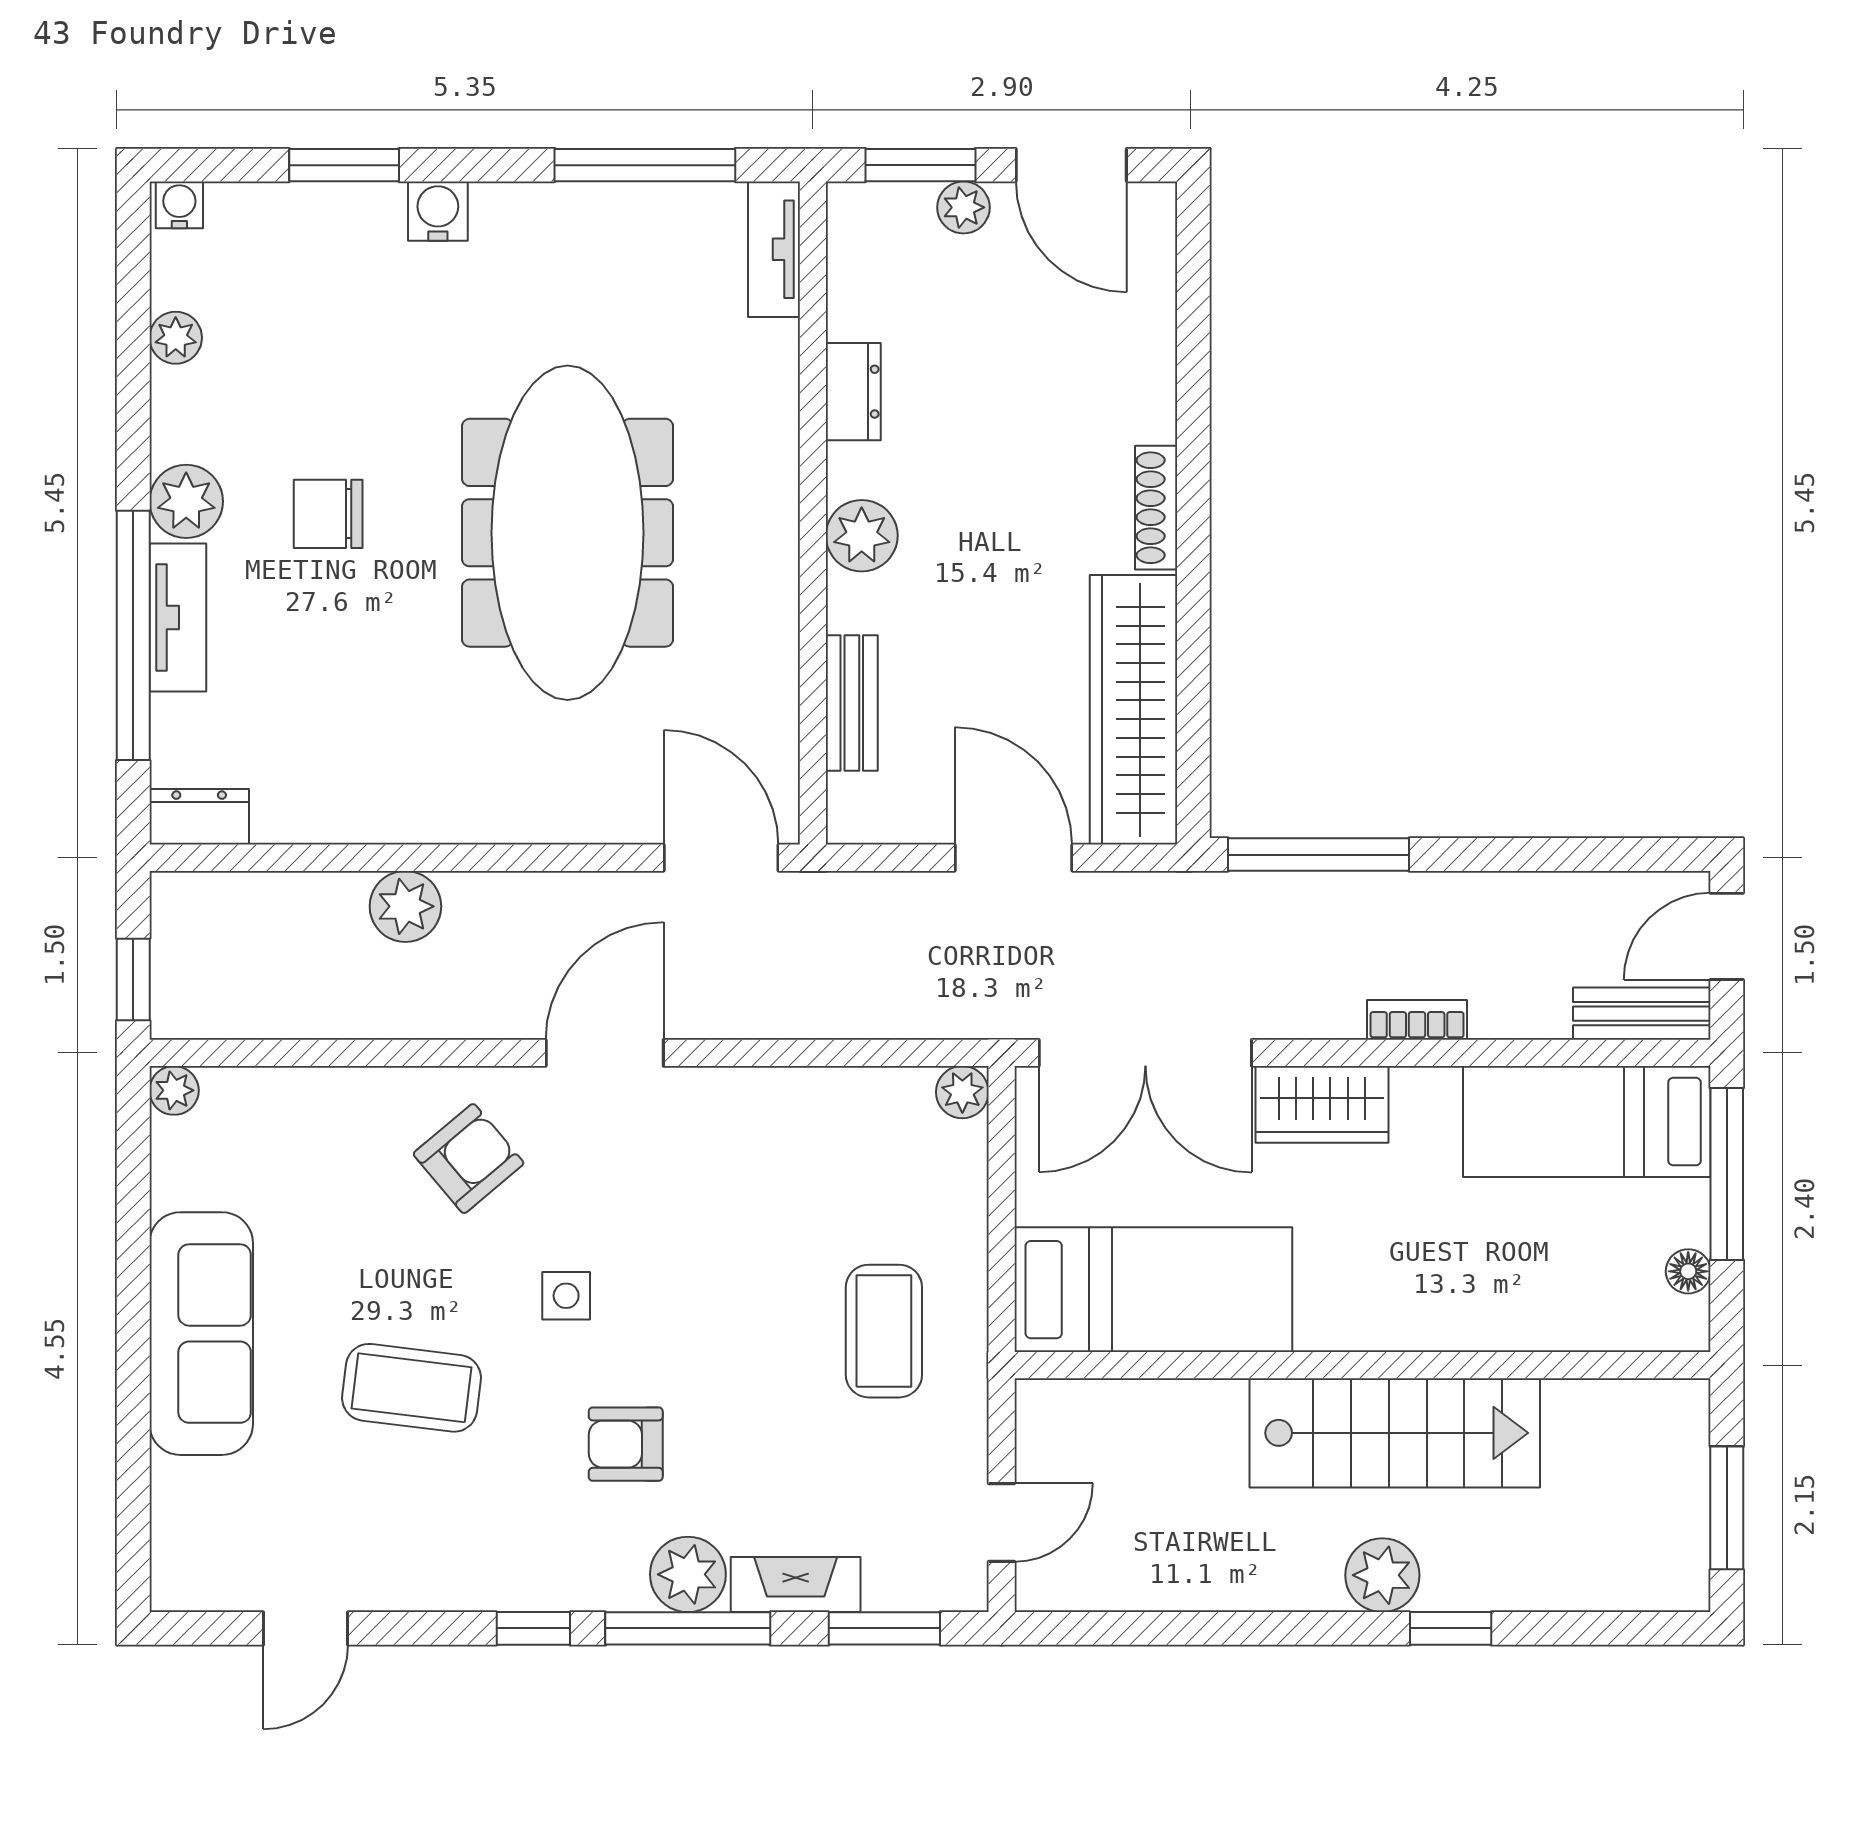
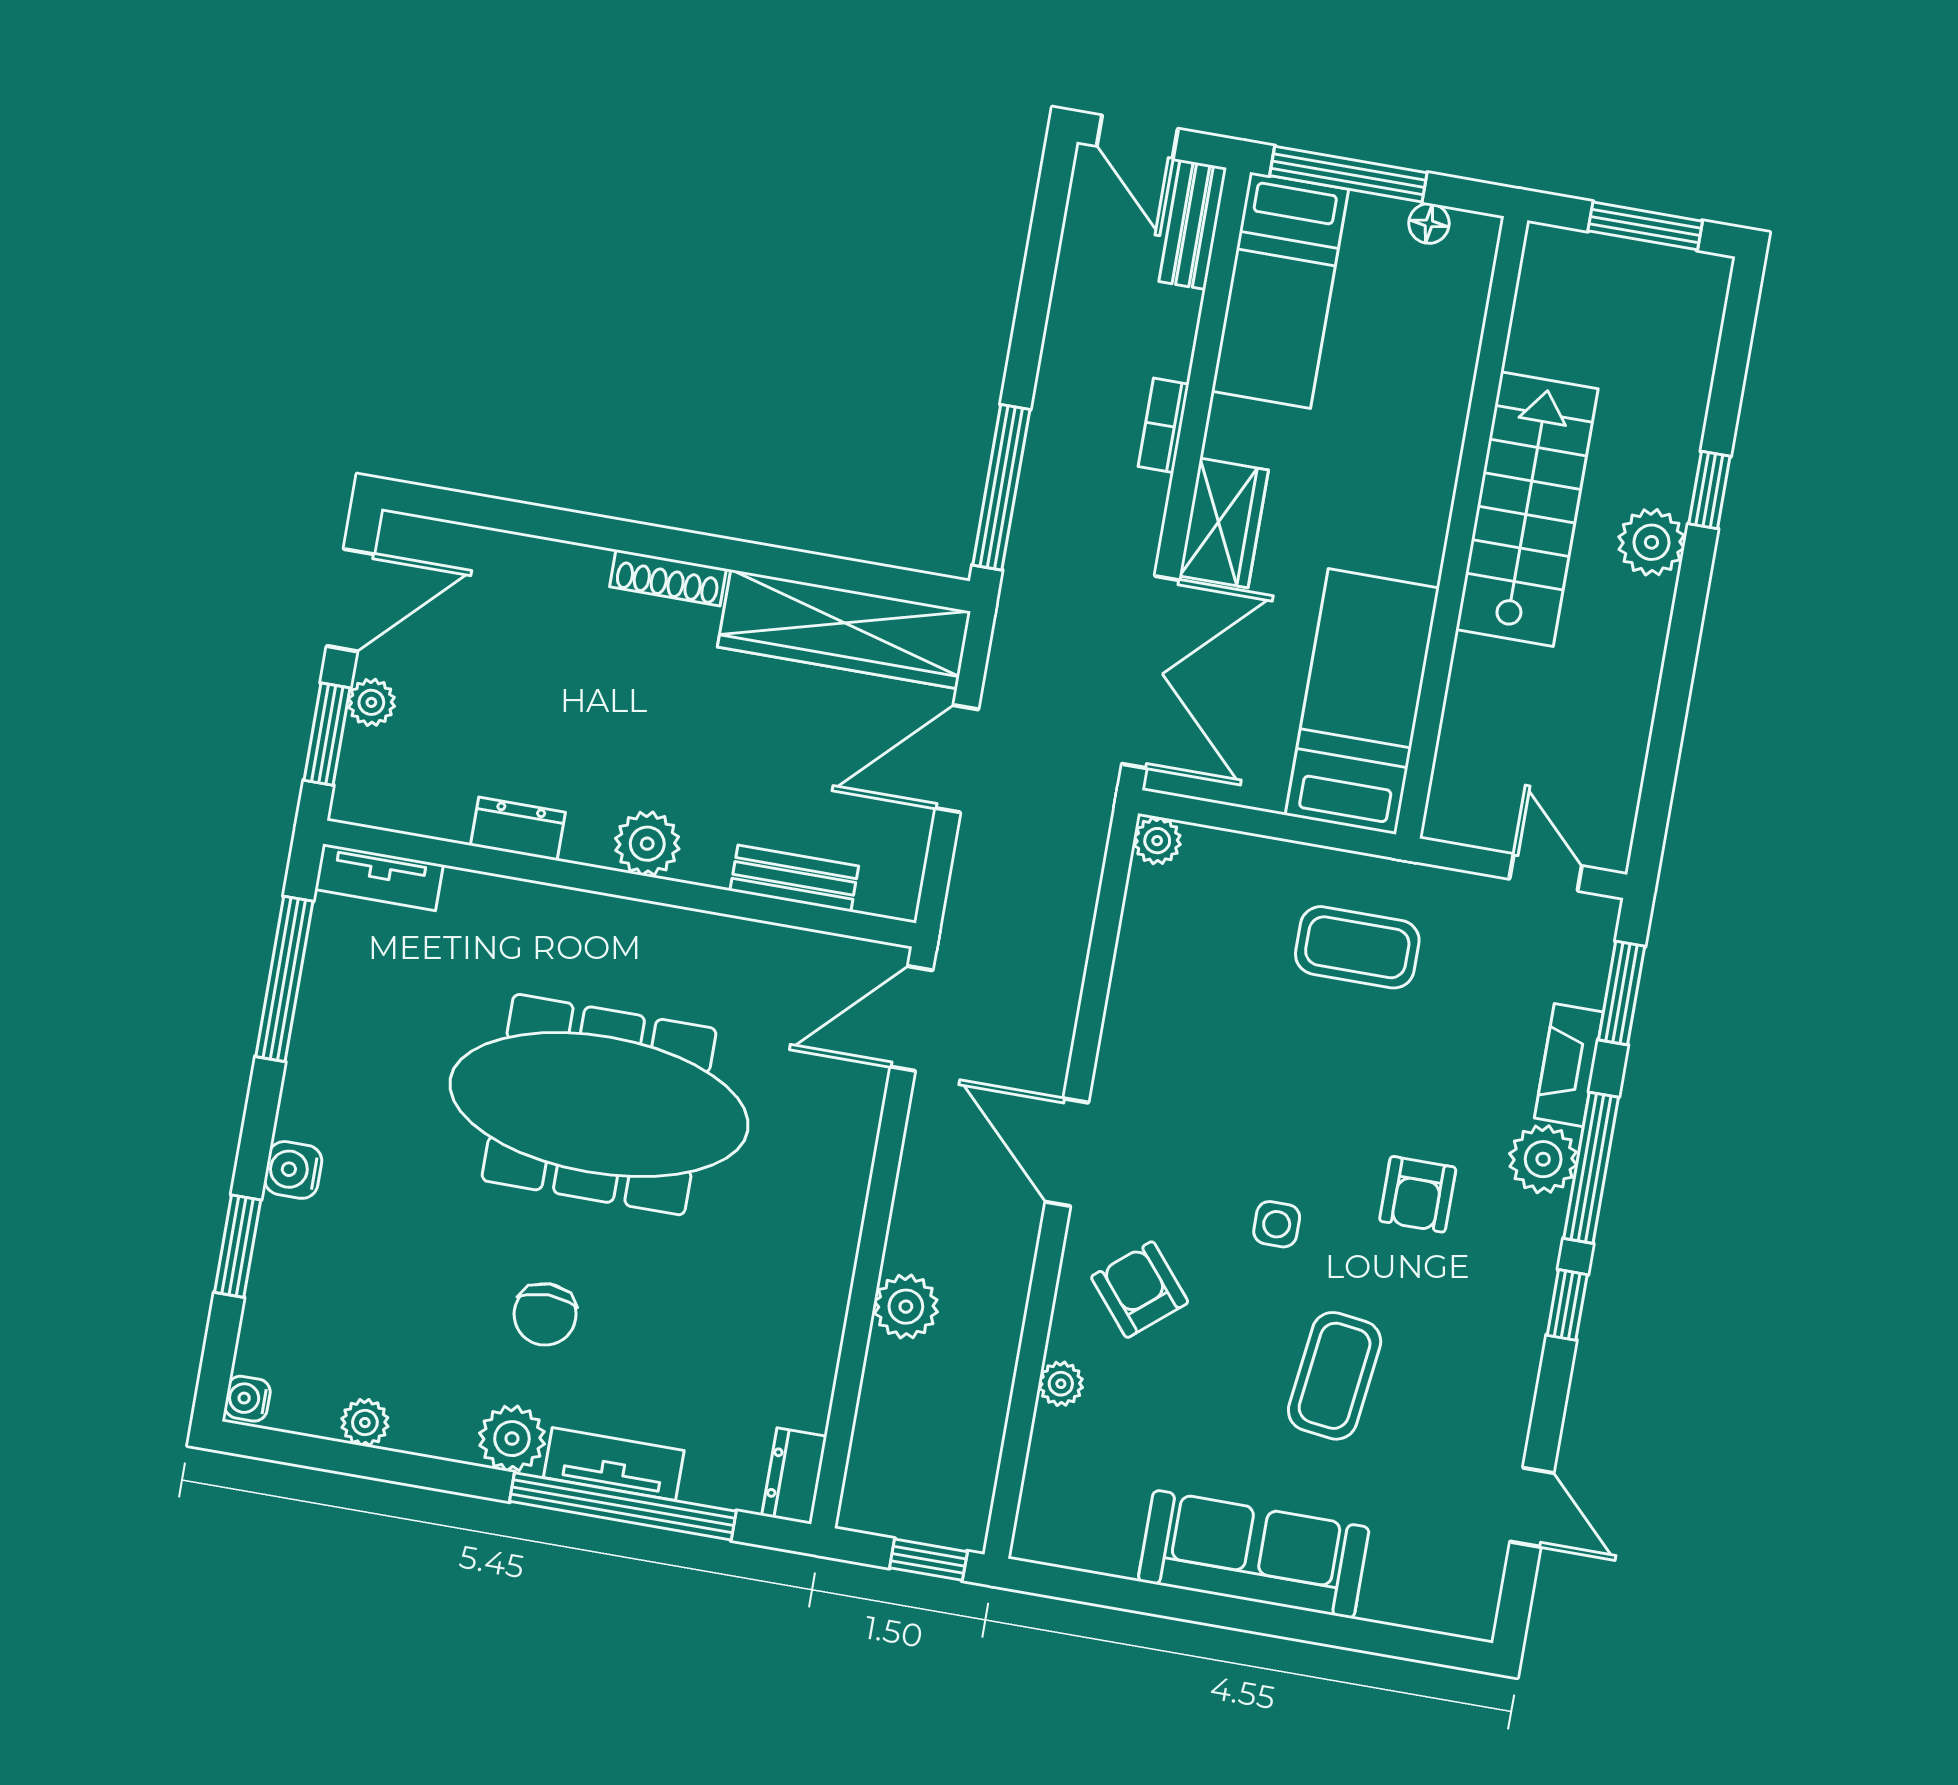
plant: (174, 1090) -> (1061, 1384), moved

